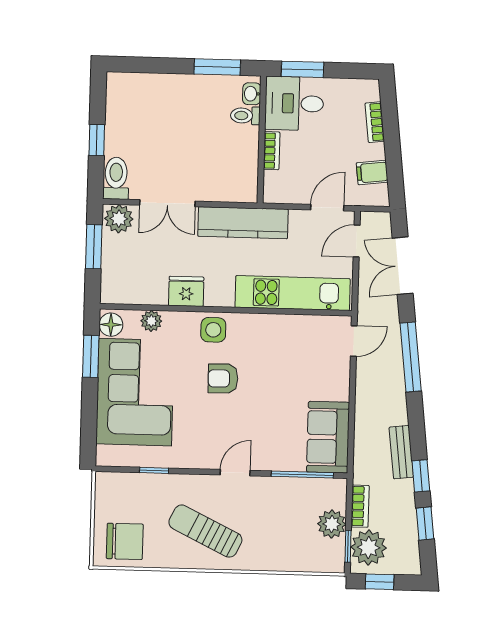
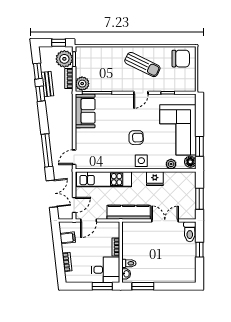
plant: (119, 219) -> (188, 212), removed
bench: (401, 452) -> (48, 84), moved
door: (235, 473) -> (141, 93), moved
plant: (332, 524) -> (82, 84), moved
chair: (125, 541) -> (181, 59), turned 180

